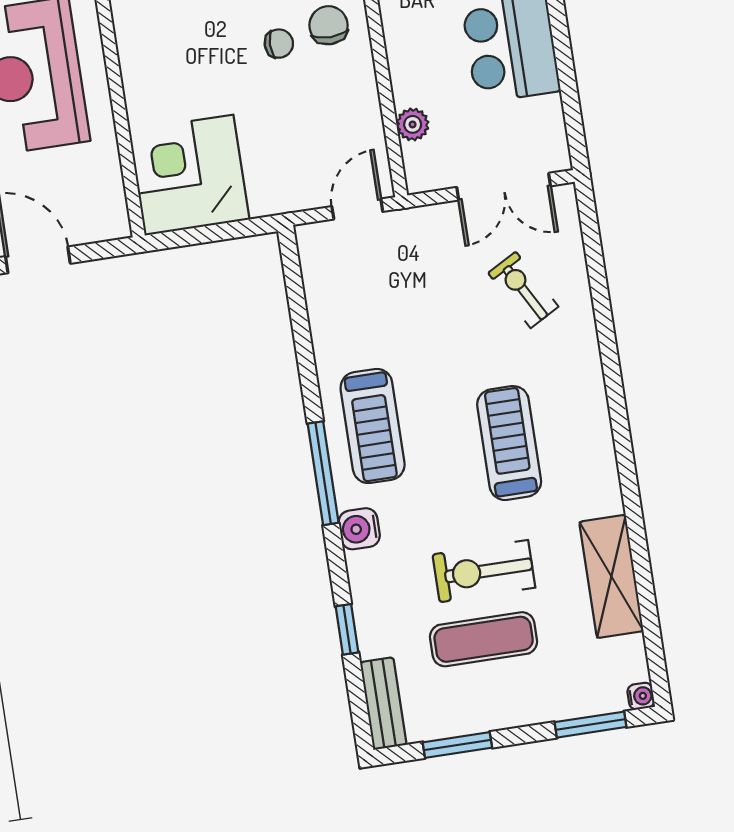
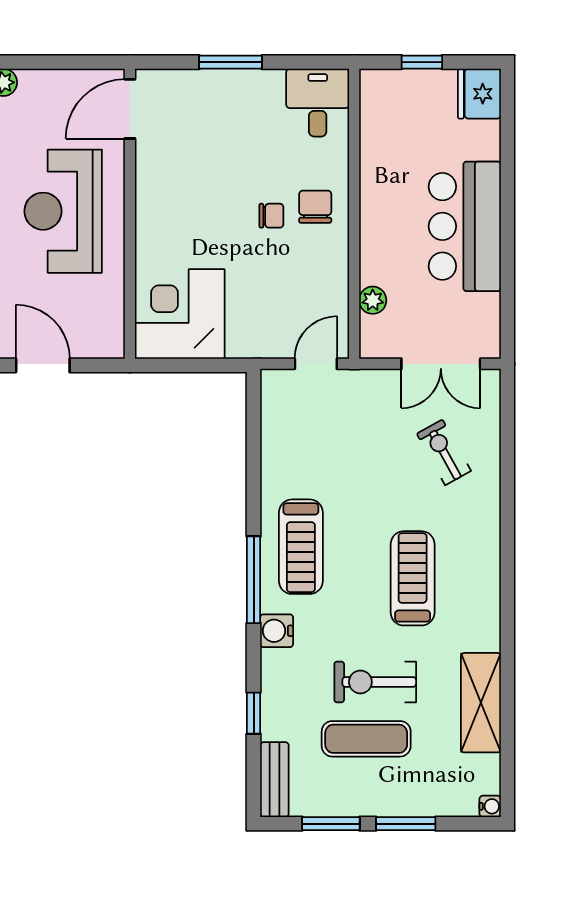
window: (591, 725) -> (406, 824), moved

